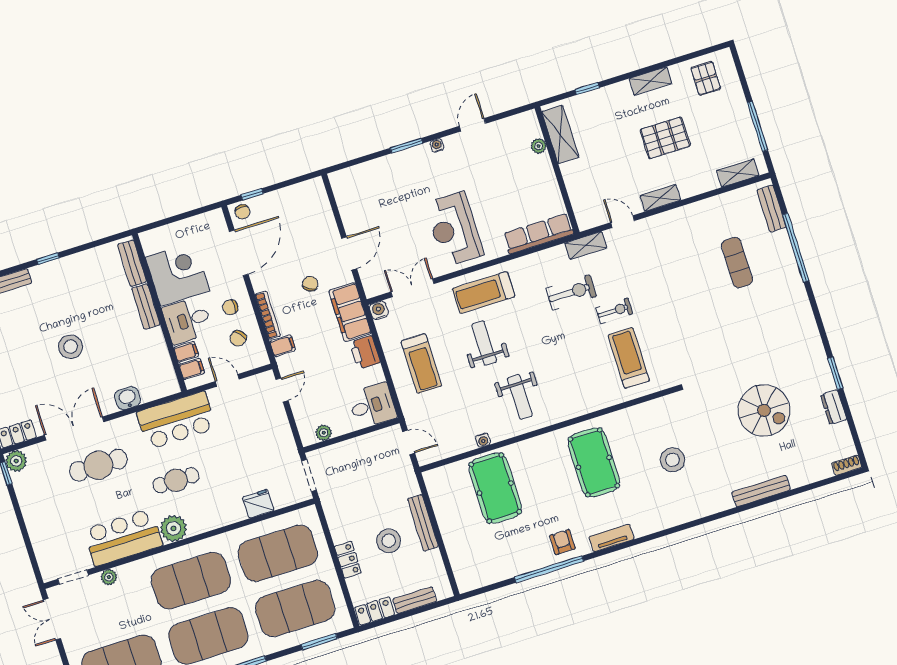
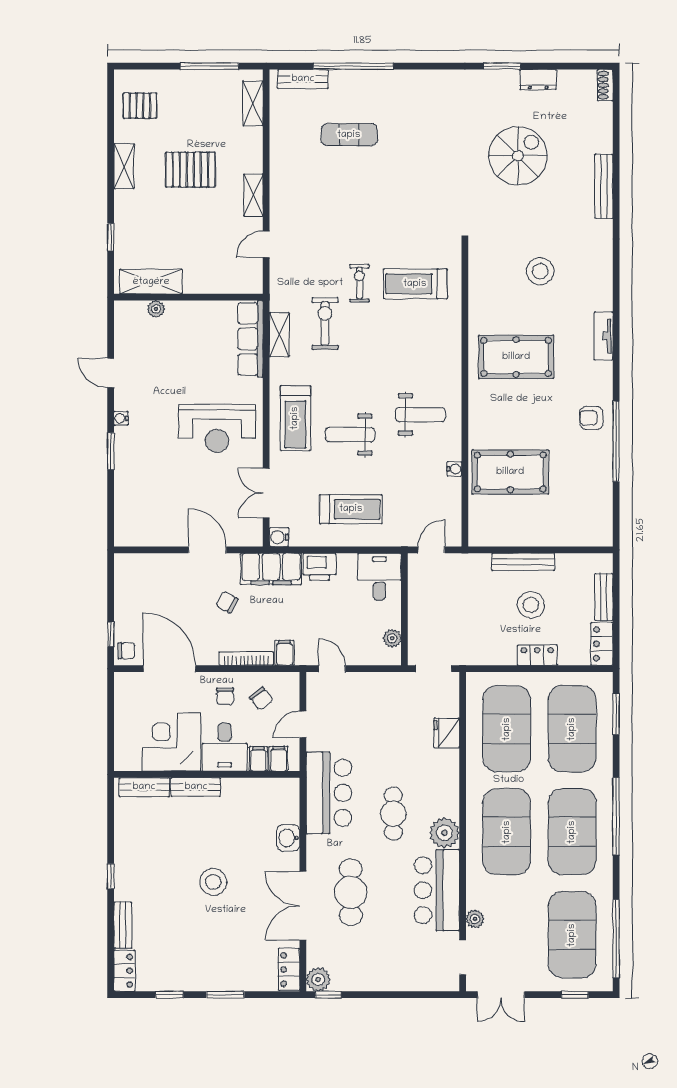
pallet: (665, 138) -> (190, 170), turned 90
shelving: (586, 245) -> (279, 335), moved
tv unit: (611, 538) -> (604, 336), moved

